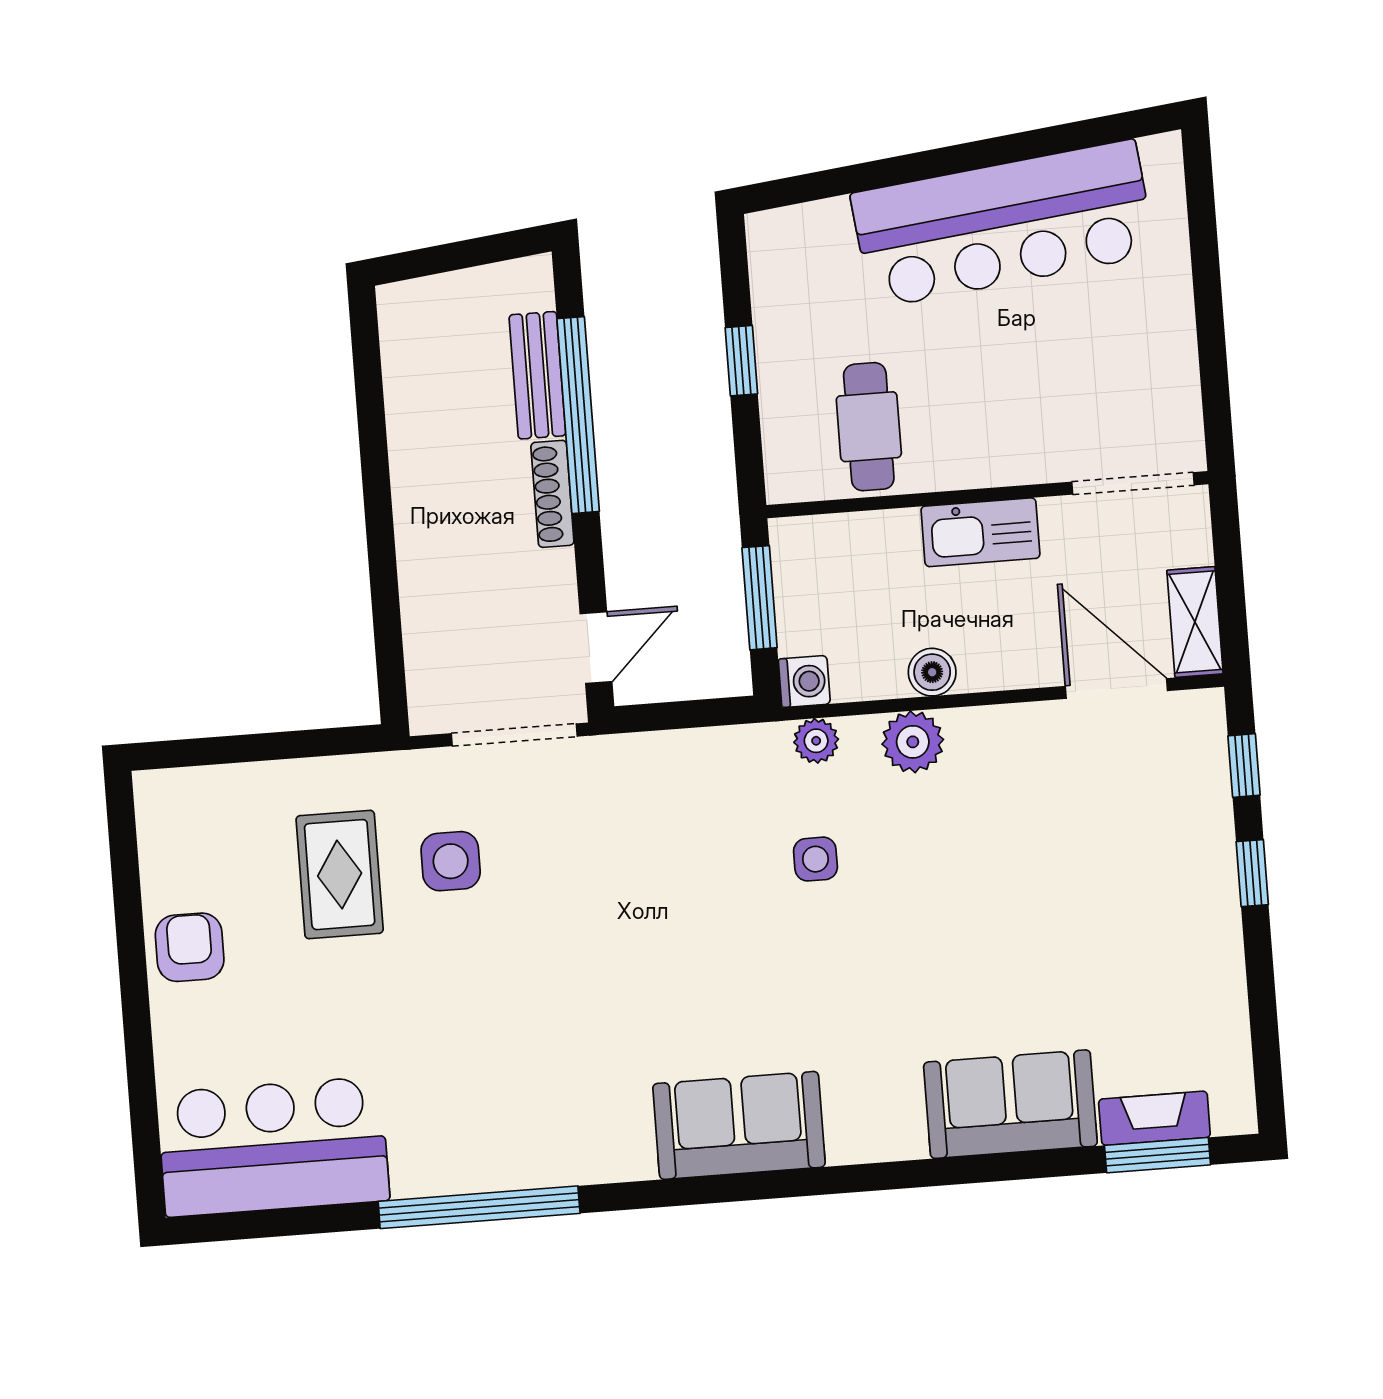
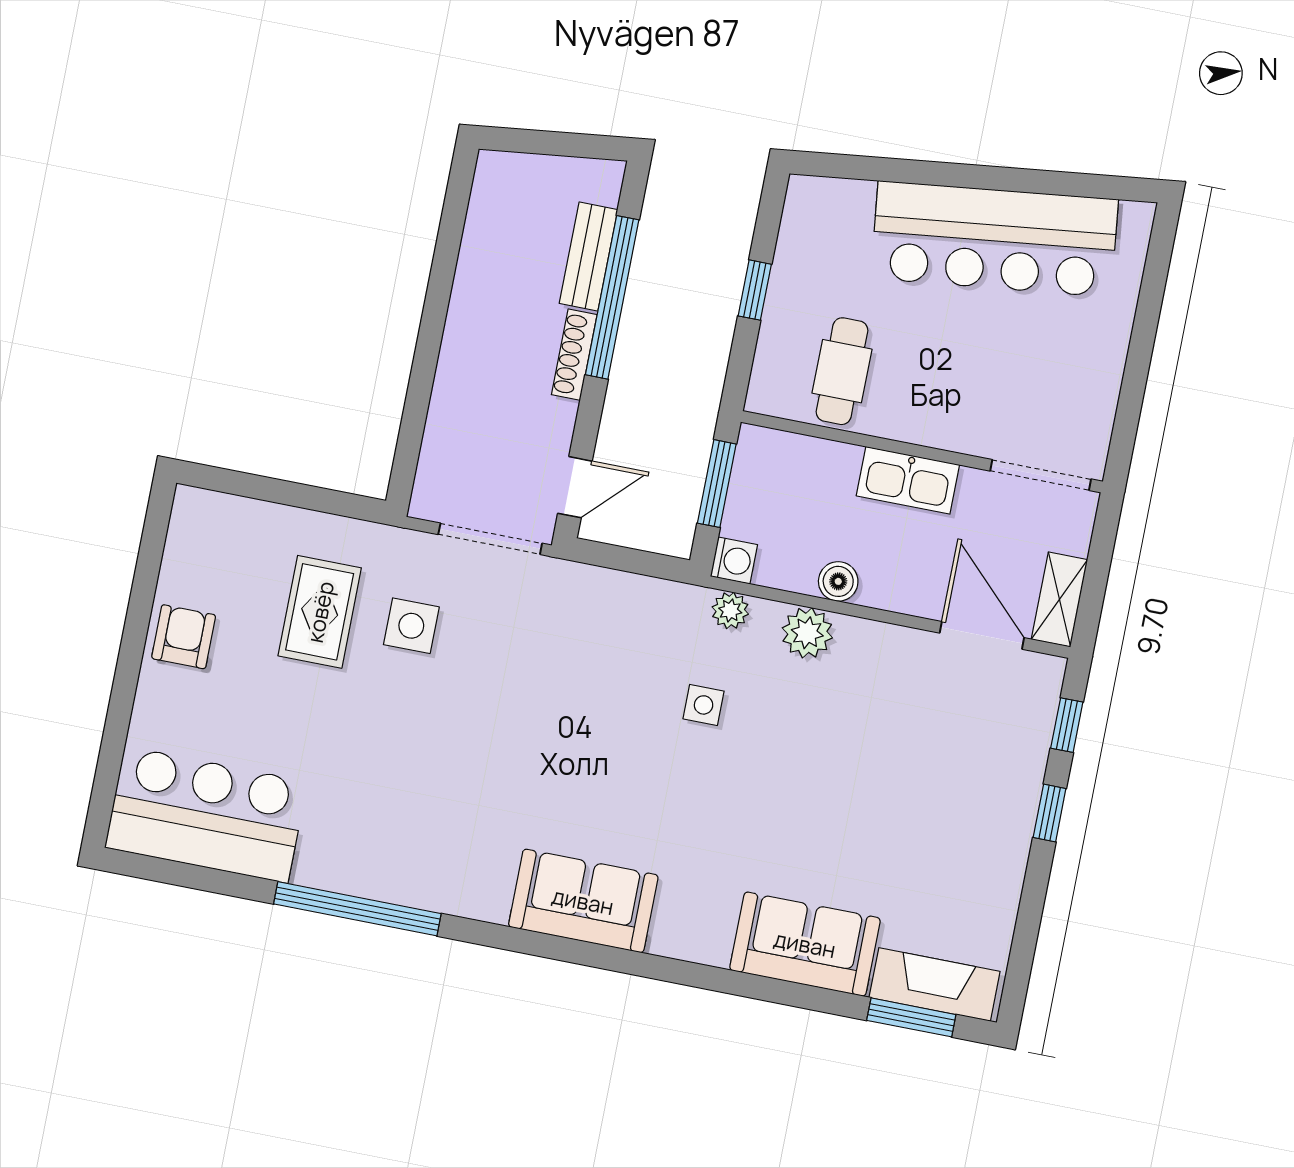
fireplace: (1154, 1118) -> (935, 984), width x1.37, depth x1.32

